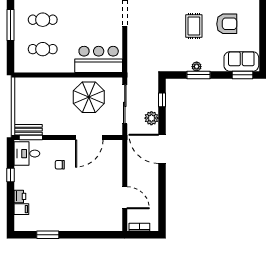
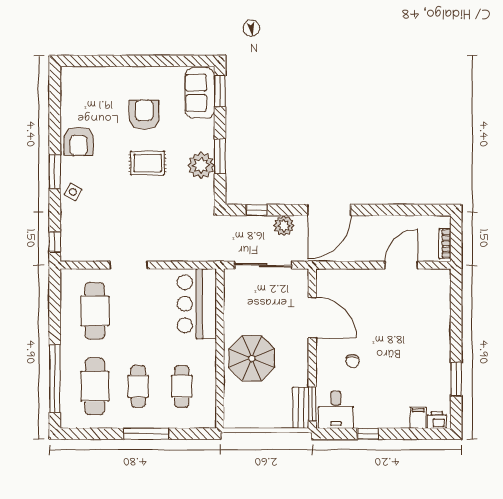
plant: (197, 67) -> (201, 165), width x1.88, depth x1.88
parasol: (89, 97) -> (252, 358), moved
printer: (20, 196) -> (437, 420), moved

